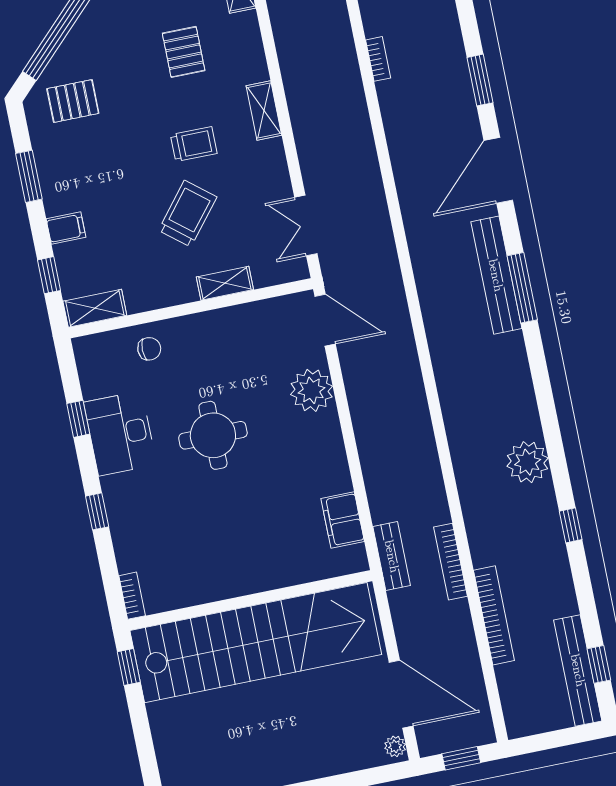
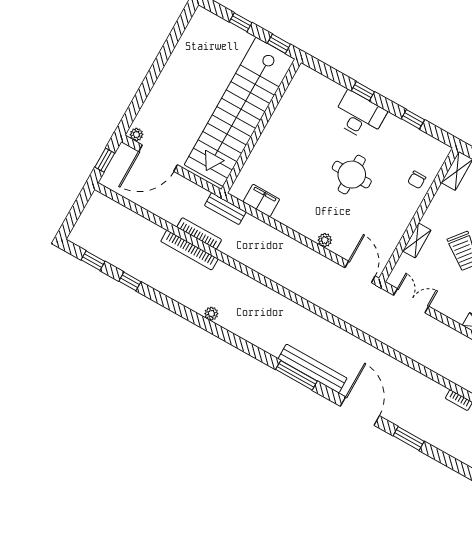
door: (325, 320) -> (360, 272), swing flipped
plant: (312, 390) -> (325, 240), width x0.53, depth x0.53
desk: (120, 433) -> (359, 116), moved
plant: (528, 462) -> (211, 314), width x0.53, depth x0.53
window: (571, 525) -> (130, 281), moved
bookcase: (132, 596) -> (310, 74), removed
bookcase: (494, 615) -> (189, 250), moved
bench: (578, 670) -> (99, 249), removed
window: (143, 738) -> (241, 22), added

